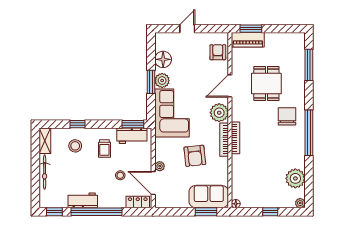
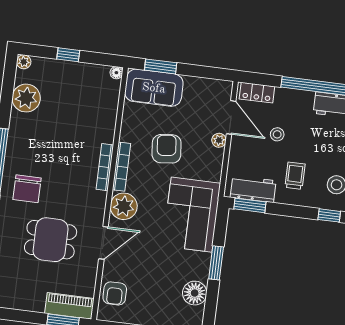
plant: (162, 80) -> (200, 263), removed
dining table: (266, 84) -> (51, 240), turned 90

